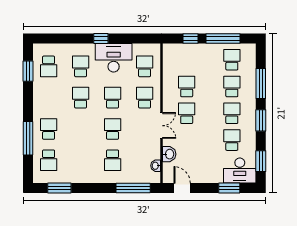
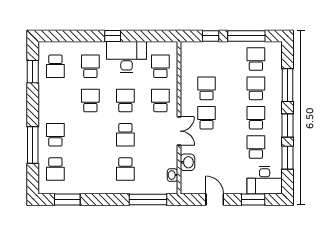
school desk: (113, 129) -> (125, 135), turned 180
window: (261, 161) -> (288, 158), moved
door: (182, 188) -> (215, 199), moved

